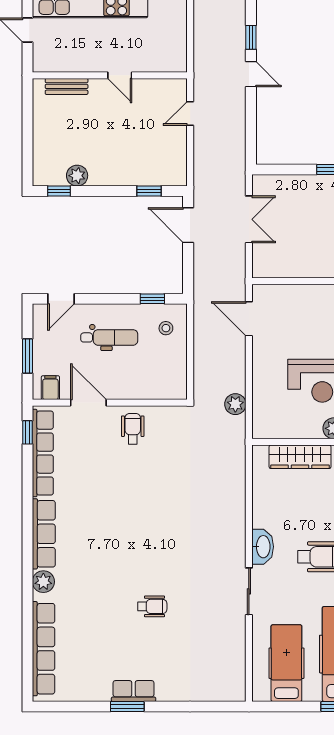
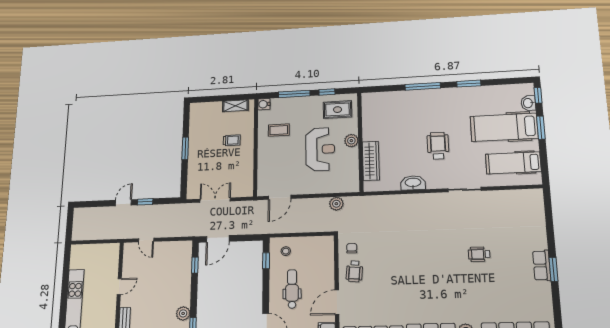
window: (251, 37) -> (145, 202), moved
chair: (167, 426) -> (352, 248), added
wheelchair: (133, 429) -> (354, 271), turned -85
washbasin: (263, 547) -> (413, 183), moved
wheelchair: (152, 606) -> (479, 254), turned -90

